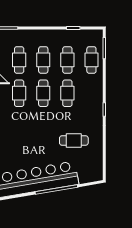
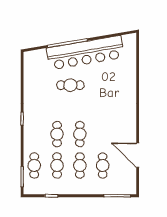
cafe table: (19, 93) -> (103, 134), removed
cafe table: (74, 141) -> (70, 85), moved

